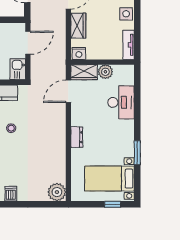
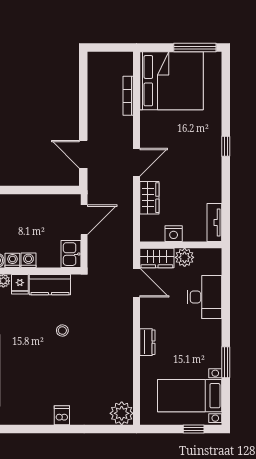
side table: (126, 14) -> (211, 182), removed
nightstand: (79, 53) -> (174, 234), moved
door: (68, 91) -> (137, 283), swing flipped

